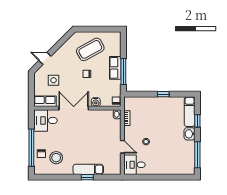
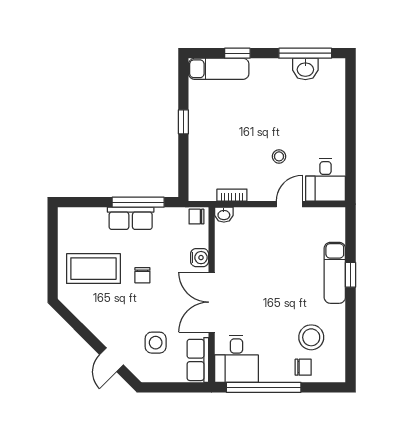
coffee table: (90, 49) -> (93, 269), turned -61
washbasin: (190, 134) -> (305, 69), moved
window: (31, 148) -> (264, 387), moved

